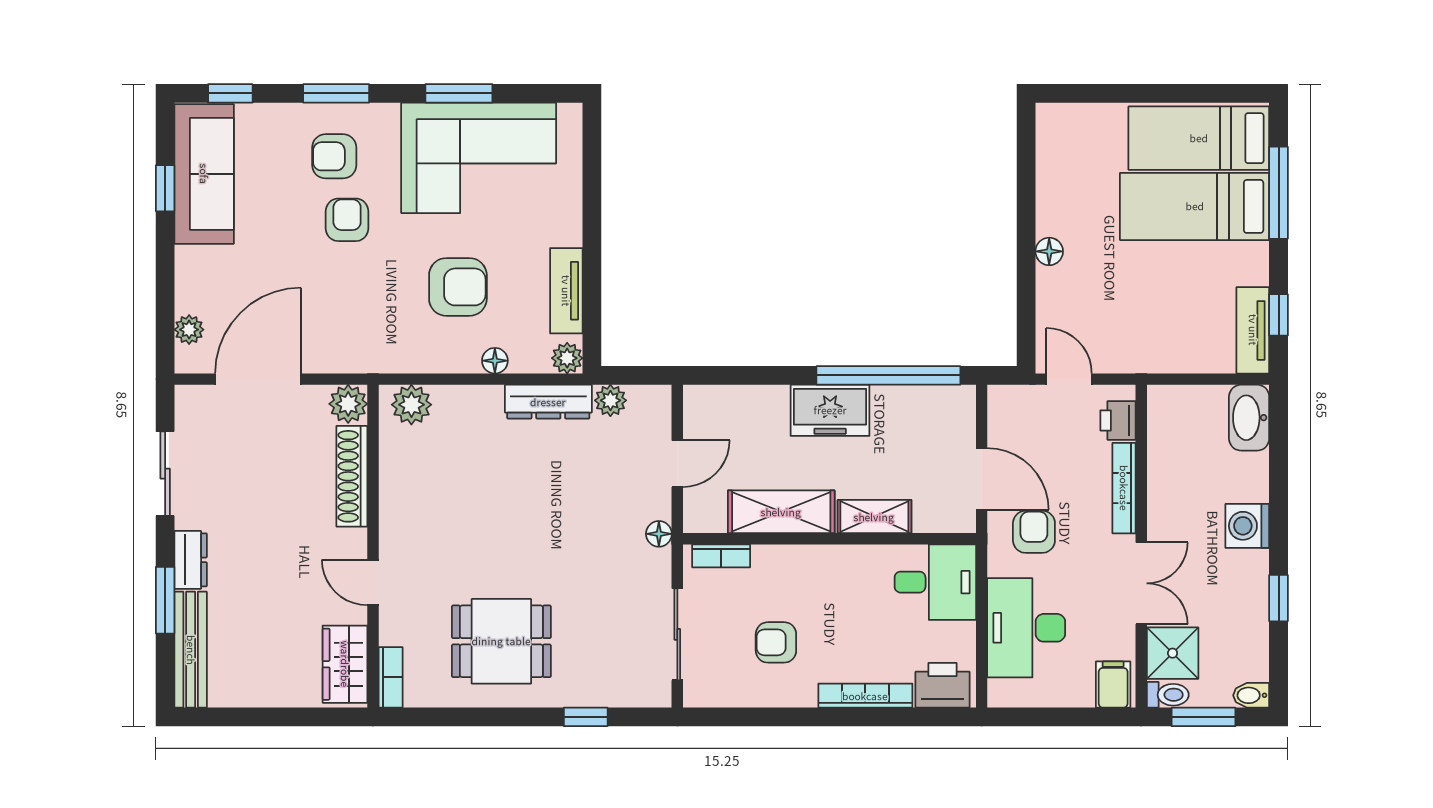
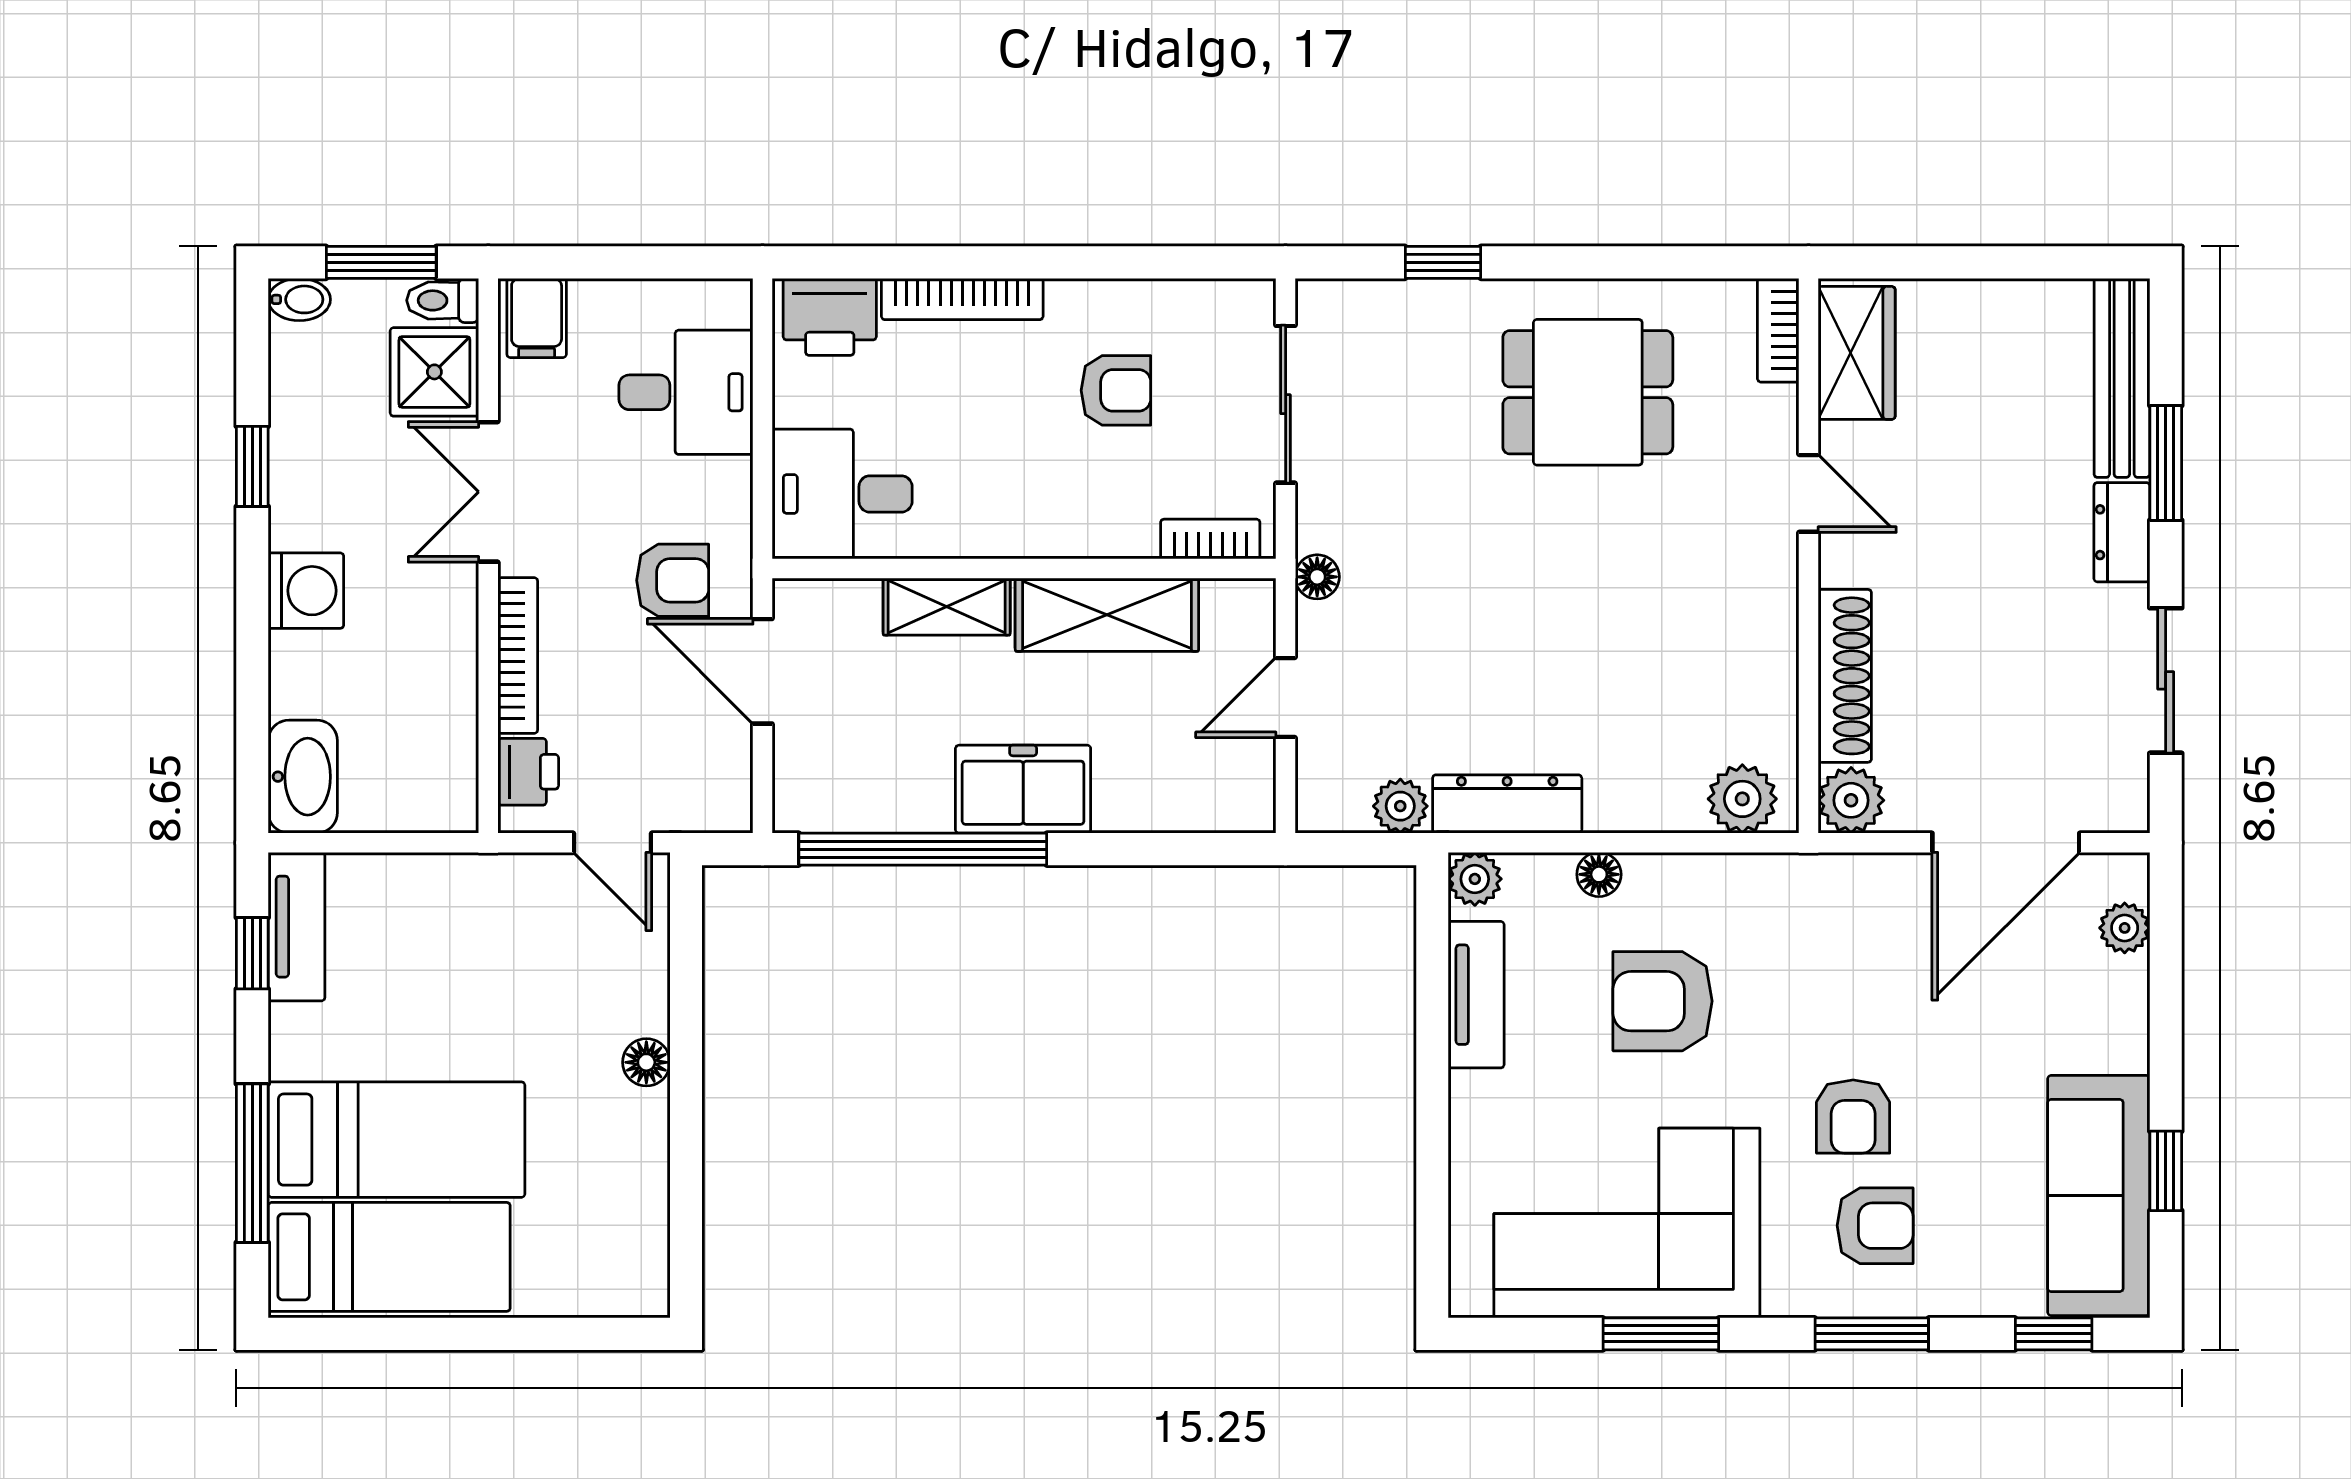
armchair: (1034, 532) -> (673, 580), turned -90
desk: (1026, 628) -> (686, 392), width x0.73

